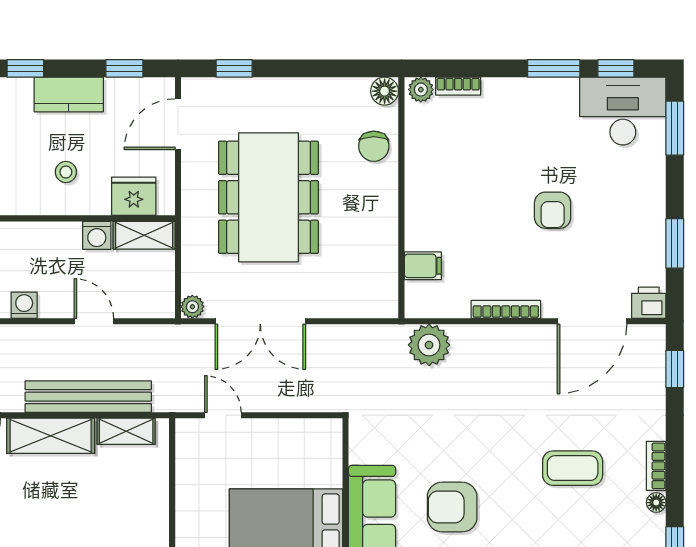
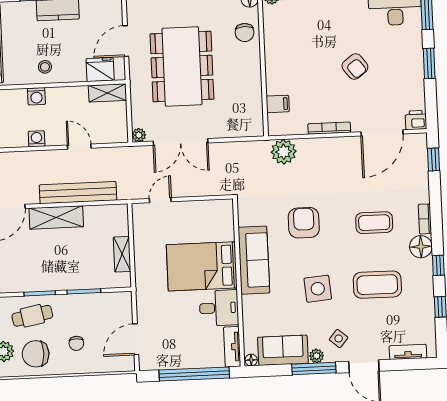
door: (178, 124) -> (126, 41), moved
stool: (66, 172) -> (45, 67), moved
armchair: (553, 210) -> (355, 67), turned -37
washing machine: (97, 235) -> (36, 96), moved
window: (675, 243) -> (429, 63), moved
door: (223, 415) -> (160, 200), hinge flipped
shelving: (126, 431) -> (122, 254), moved, turned 90
floor lamp: (656, 503) -> (421, 247), width x1.89, depth x1.89
armchair: (452, 507) -> (304, 223), moved, turned 90

